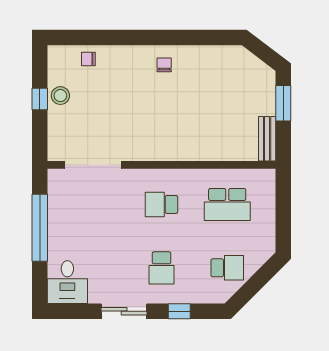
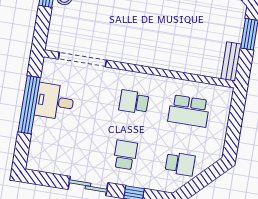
school desk: (161, 268) -> (125, 155), turned 180
desk: (67, 282) -> (55, 101), moved, turned 90

